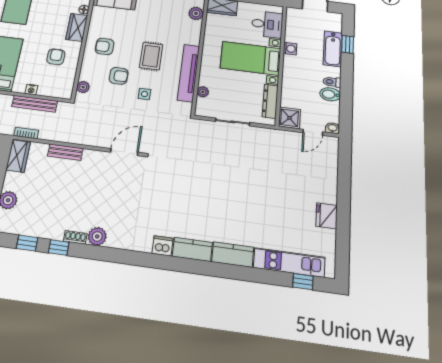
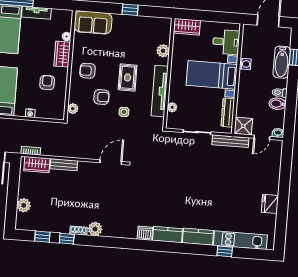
plant: (196, 13) -> (163, 51), moved
bench: (35, 104) -> (230, 141), moved
wardrobe: (18, 156) -> (37, 165), moved, turned 90
window: (303, 282) -> (225, 251), moved

